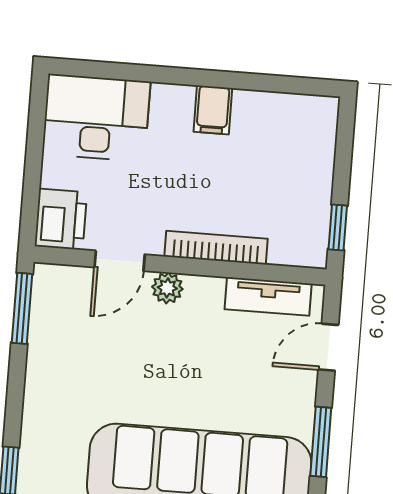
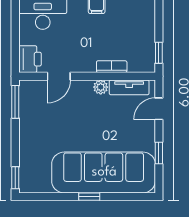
bookcase: (216, 248) -> (112, 67), width x0.64
plant: (167, 288) -> (101, 87), moved
window: (321, 442) -> (159, 153), width x0.67

